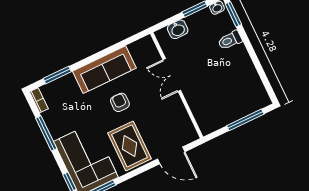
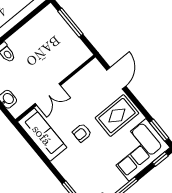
sofa: (104, 70) -> (42, 135), moved

